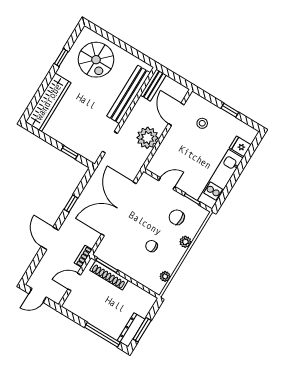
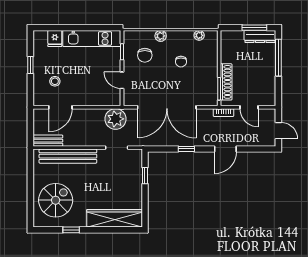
plant: (147, 138) -> (116, 119), moved

